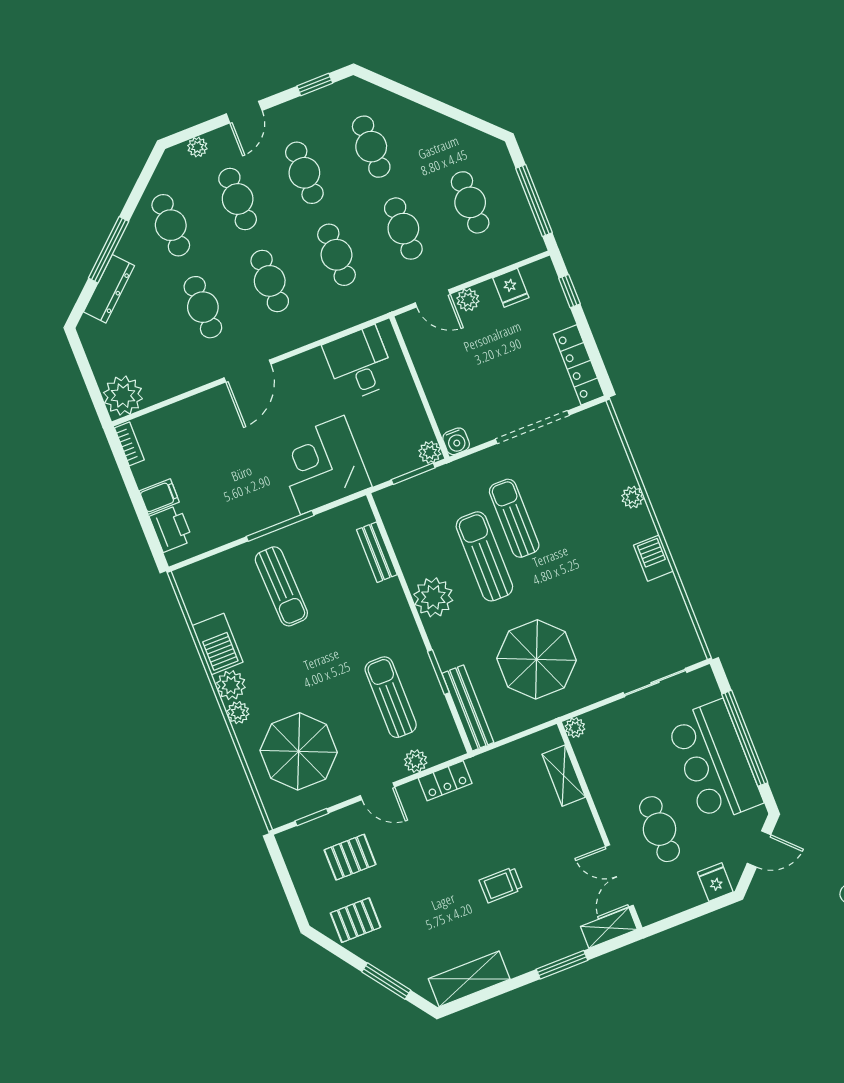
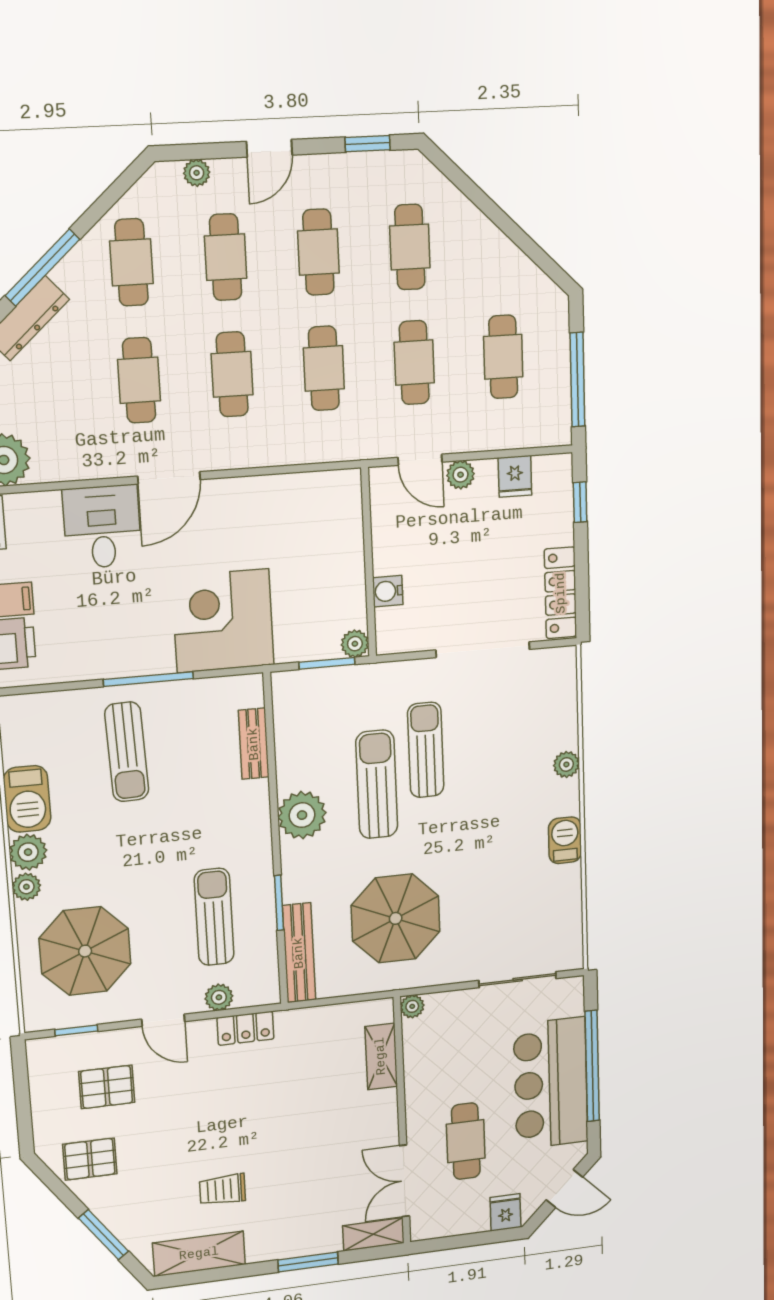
desk: (359, 364) -> (102, 527), moved
water cooler: (456, 441) -> (388, 591), moved, turned 90
trolley: (501, 885) -> (222, 1190), moved

